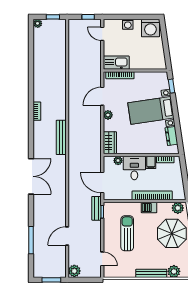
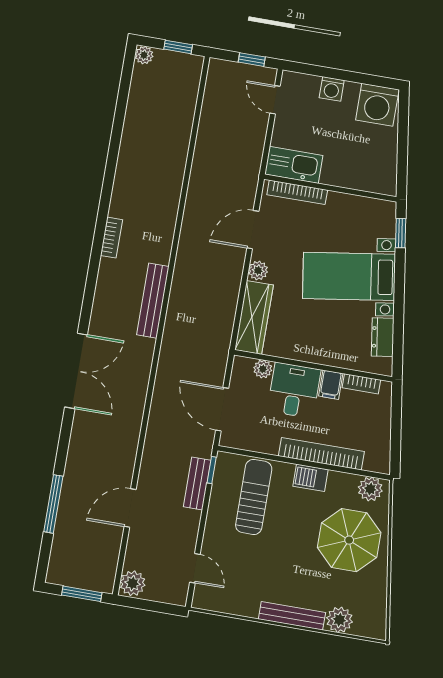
wardrobe: (110, 143) -> (254, 317), width x1.50
bench: (97, 208) -> (197, 484), moved
sun lounger: (127, 233) -> (254, 497), moved

